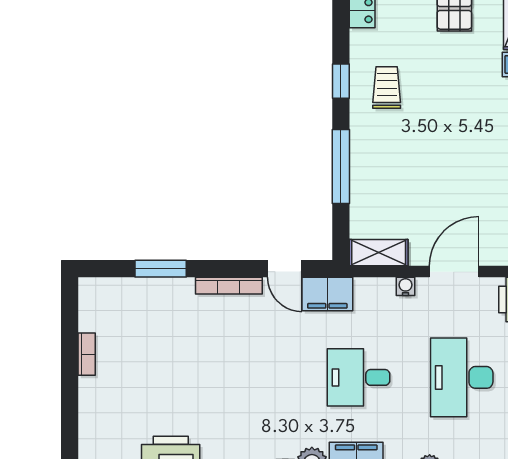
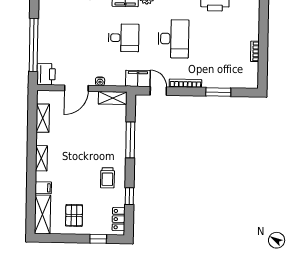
window: (341, 81) -> (129, 196), moved
desk: (462, 377) -> (173, 39), moved

